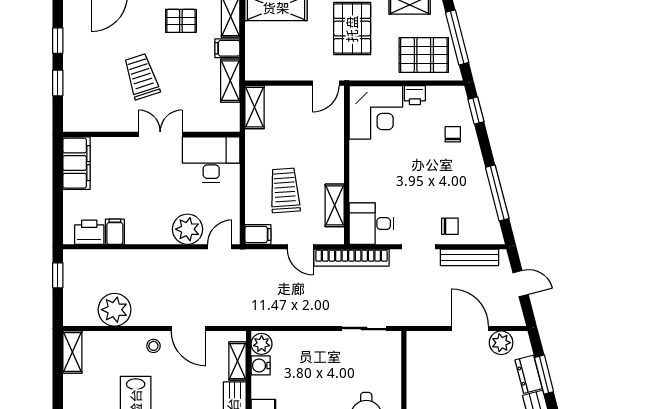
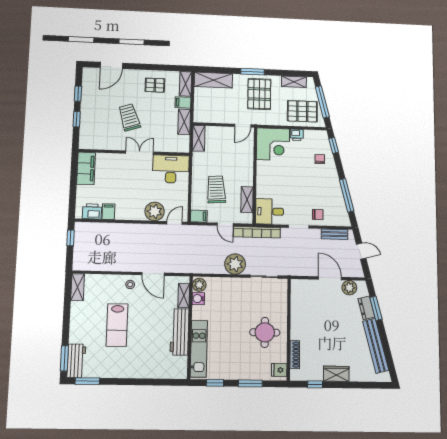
bench: (469, 257) -> (335, 234), width x0.73
plant: (115, 310) -> (235, 264), moved

